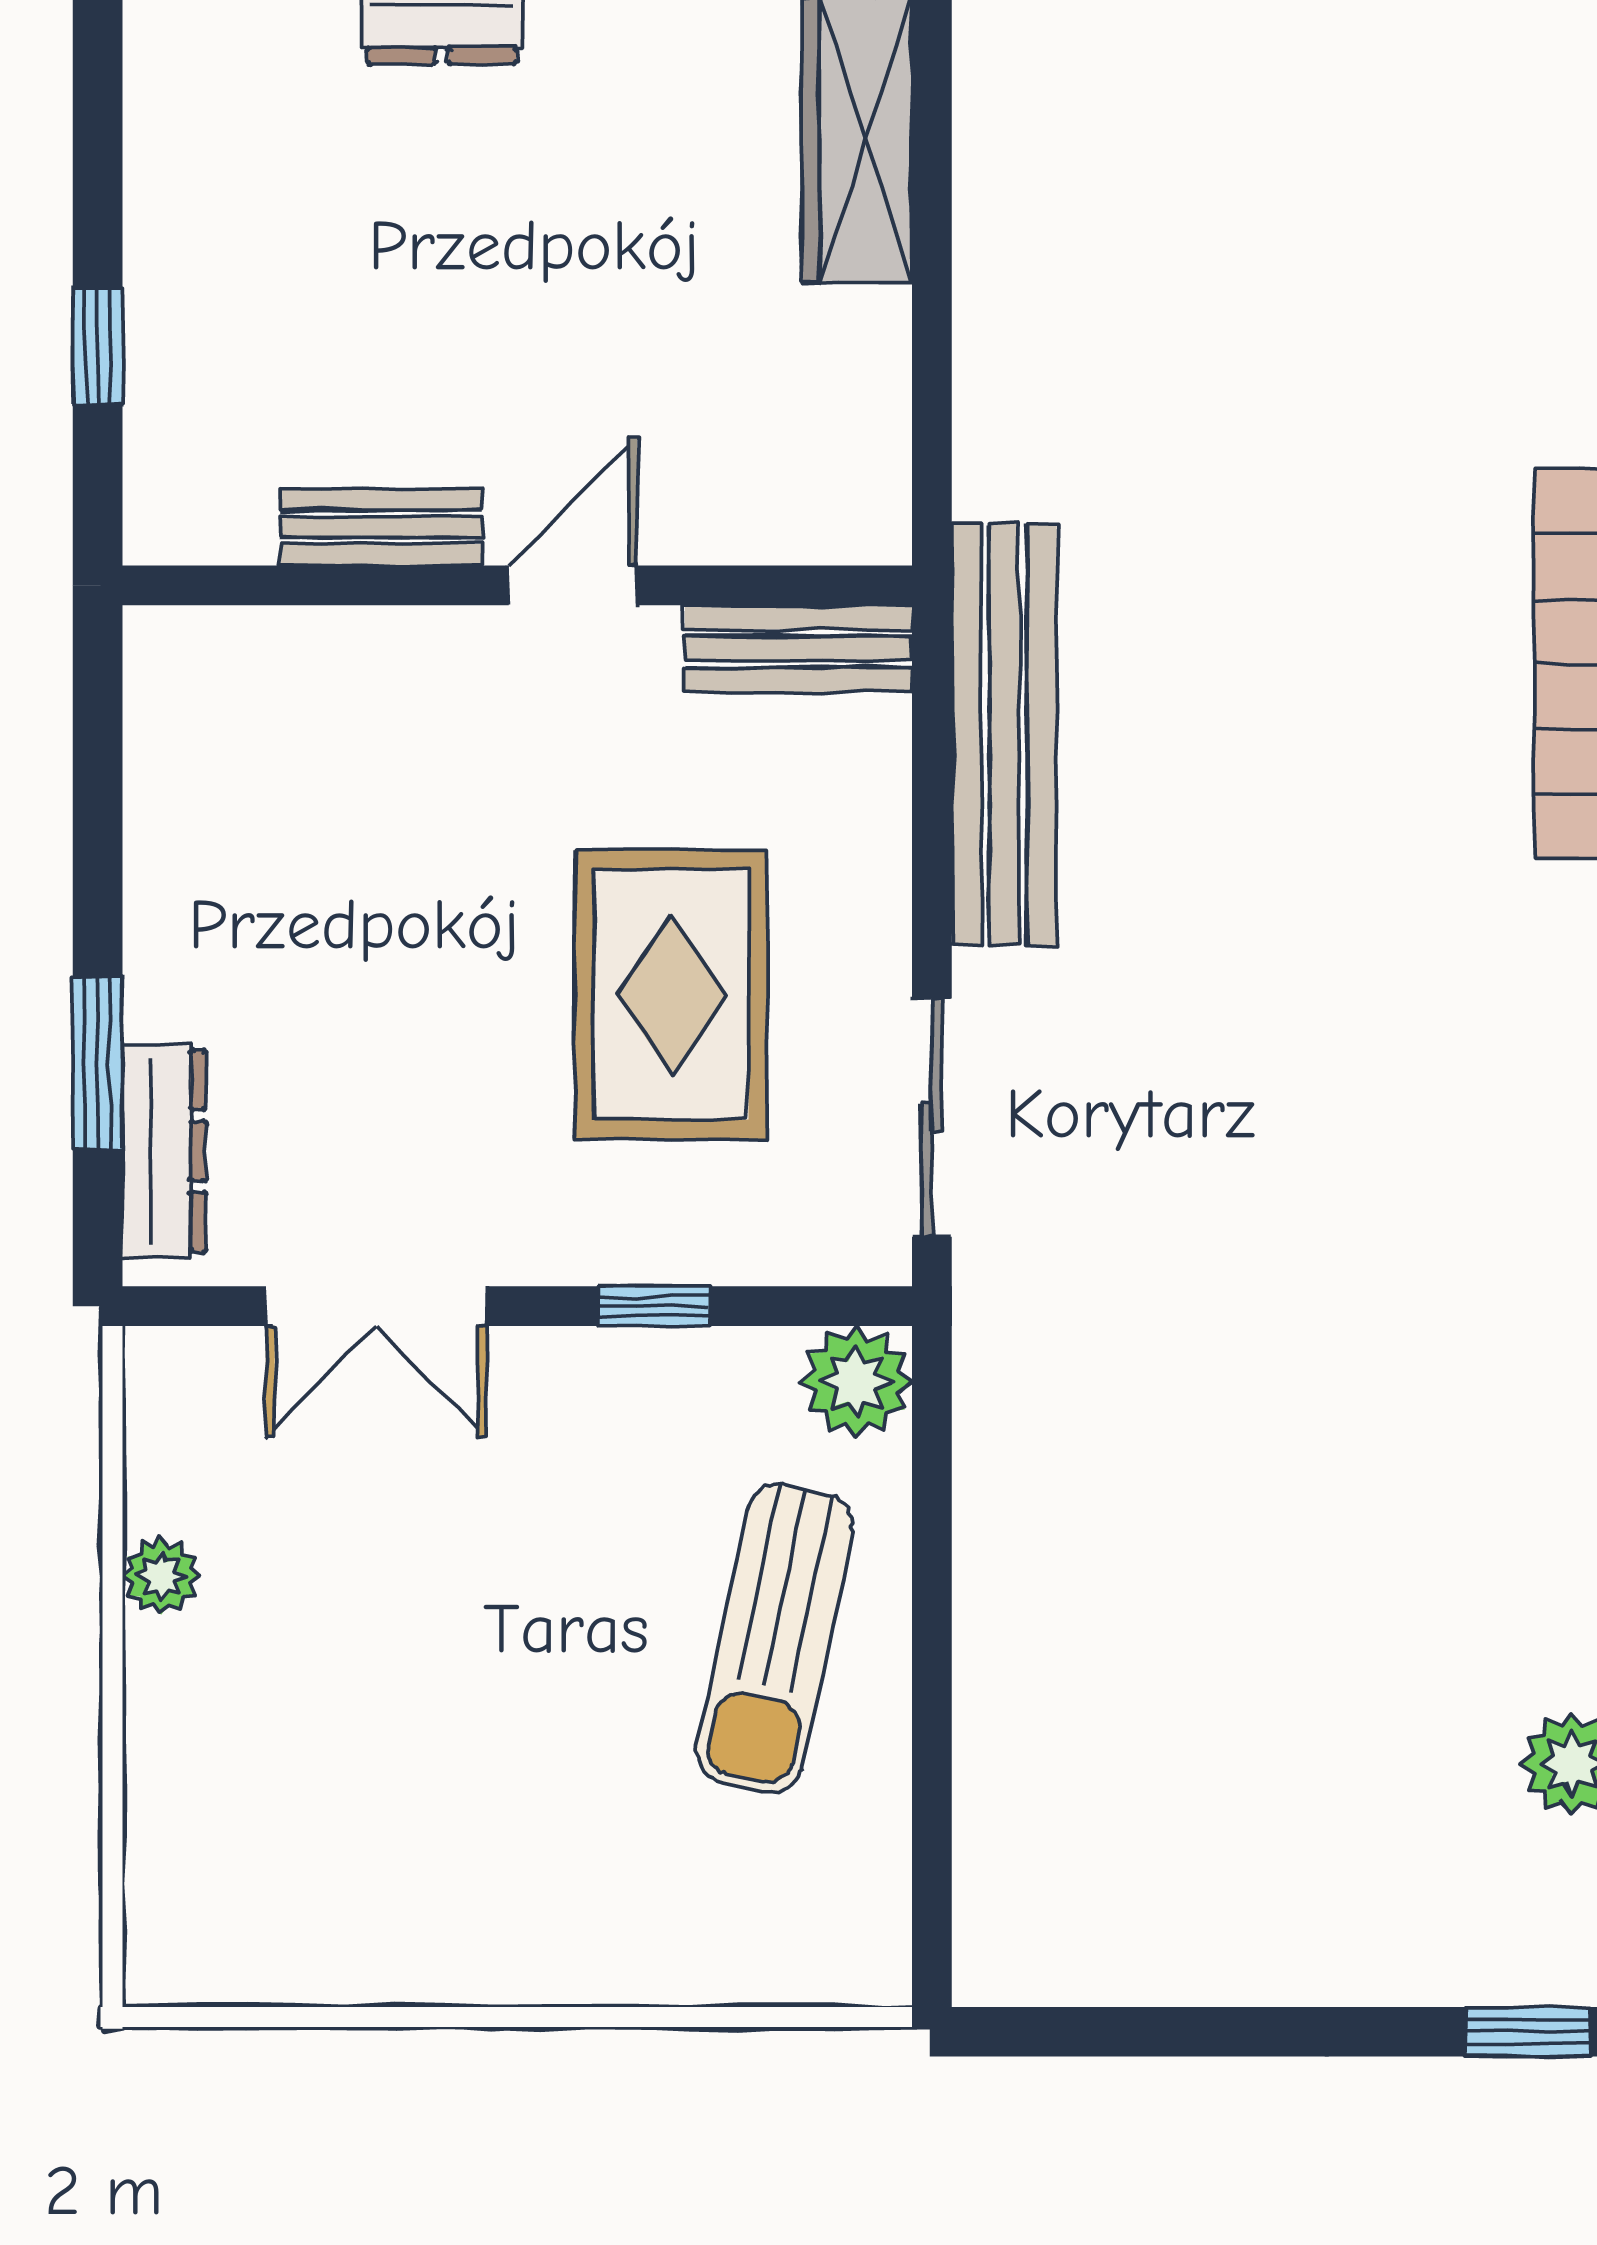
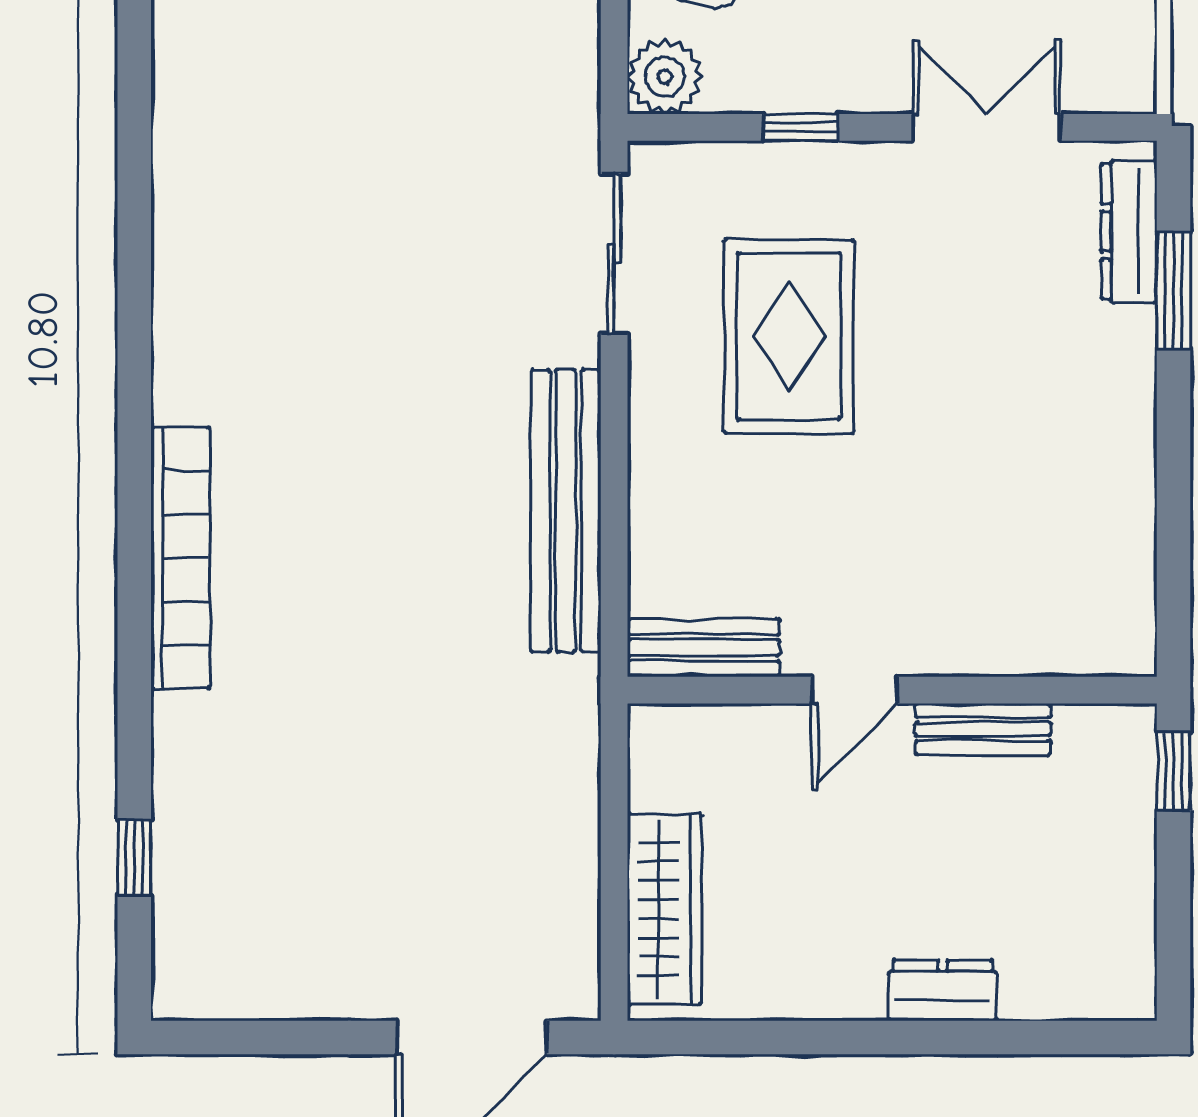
bench: (382, 527) -> (983, 729), moved
wall: (517, 585) -> (892, 690), moved
door: (573, 585) -> (855, 690), moved
bench: (799, 649) -> (704, 648), moved

